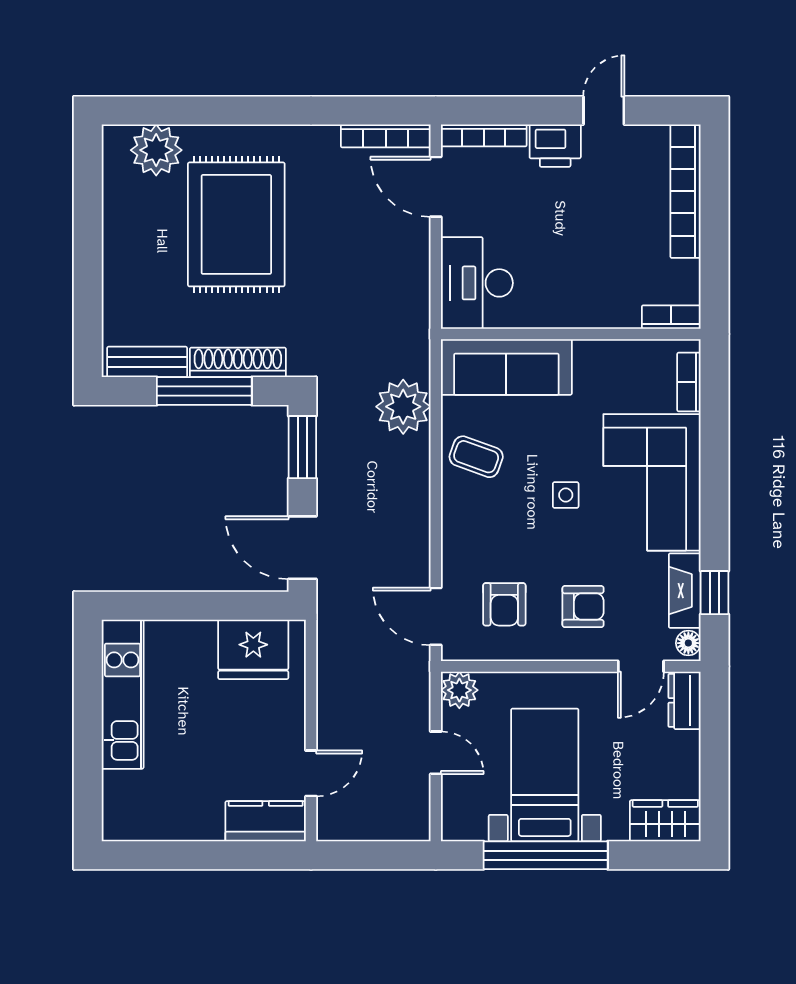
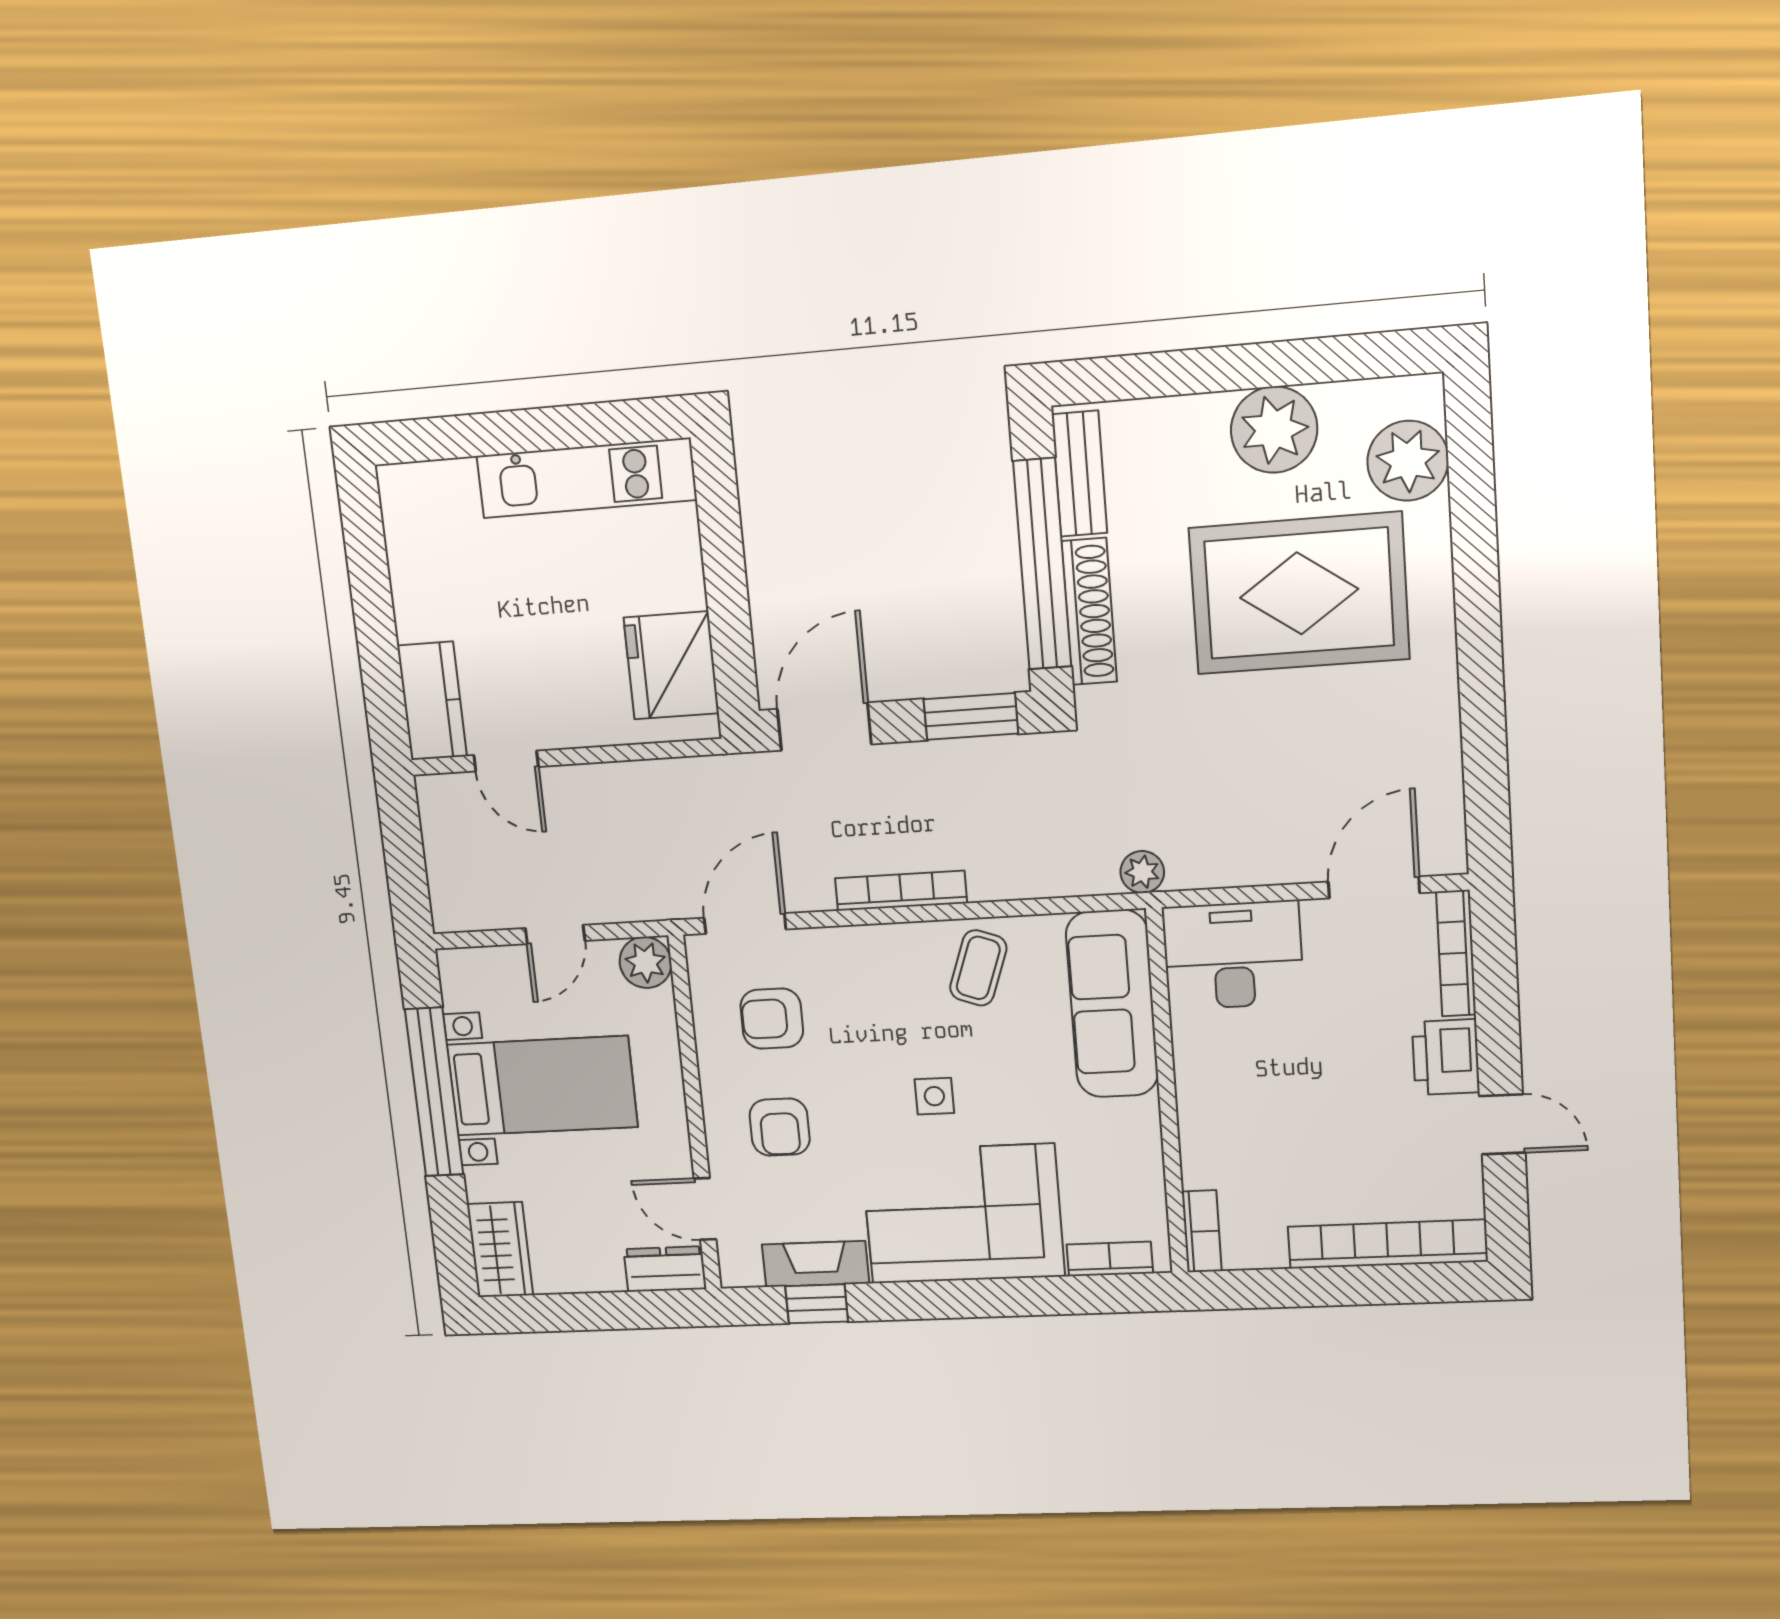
bookcase: (386, 136) -> (901, 891), moved, turned 90
plant: (129, 234) -> (1274, 430), added
window: (204, 391) -> (1042, 564), width x1.46
plant: (403, 407) -> (1142, 872), moved, width x0.53, depth x0.53
floor lamp: (688, 643) -> (744, 1271), removed

